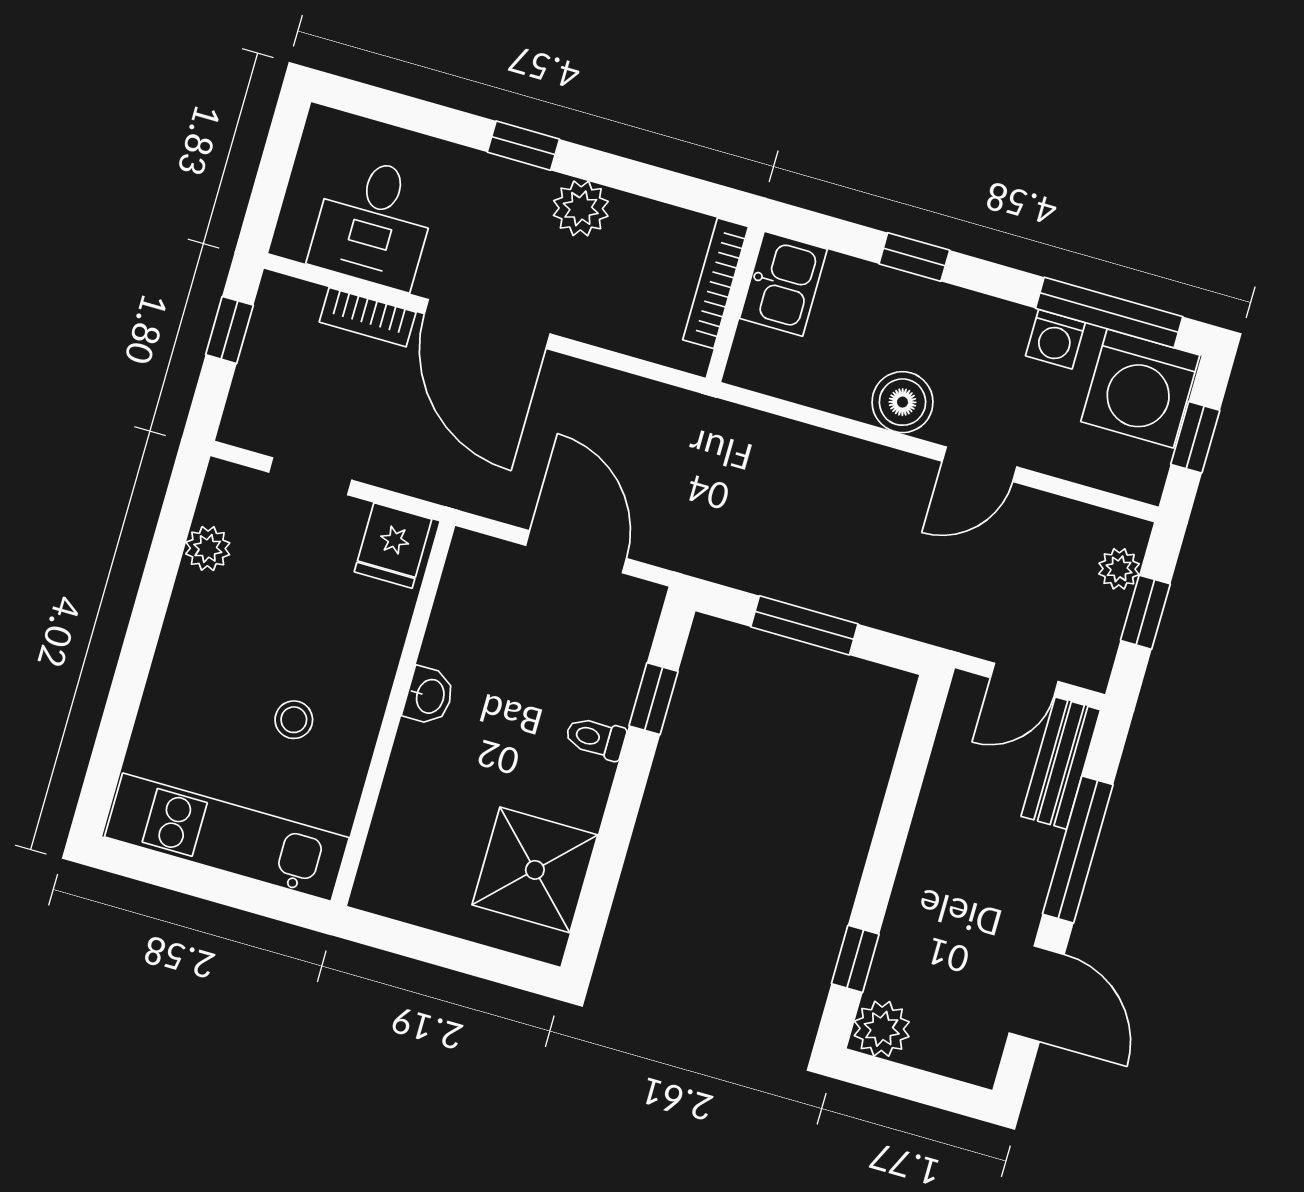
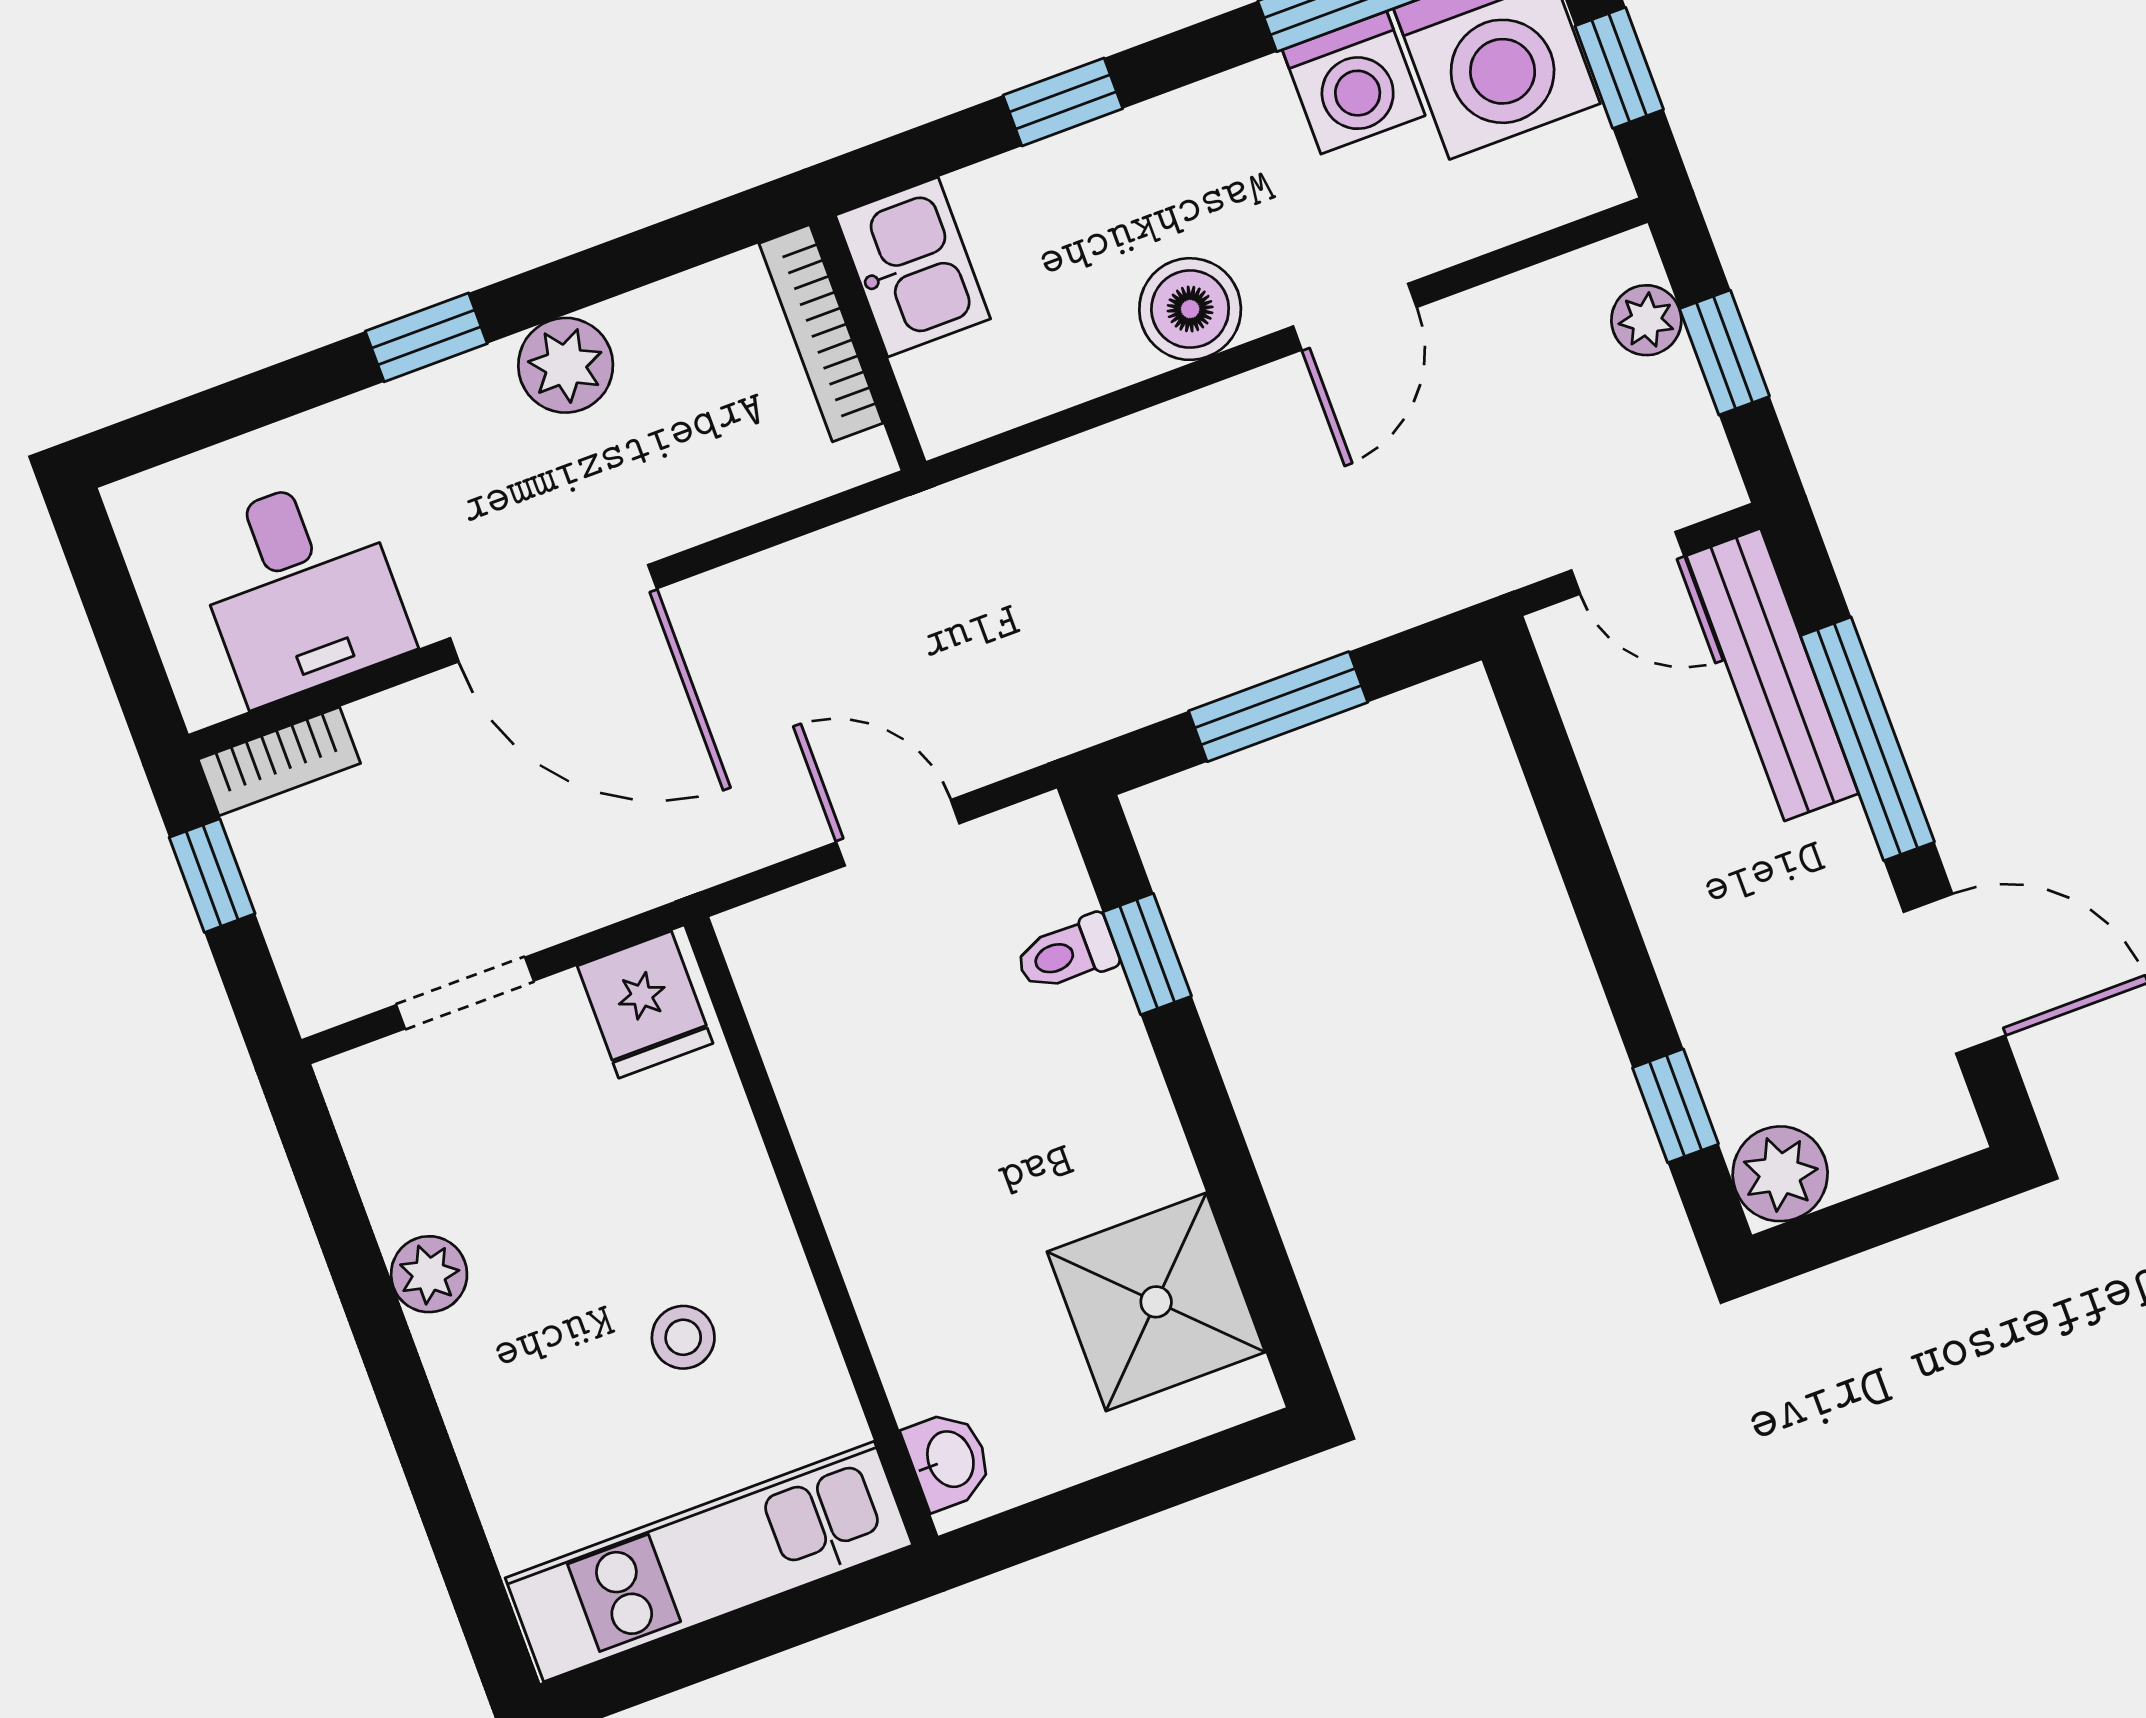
bookcase: (368, 317) -> (279, 761), moved
washing machine: (1055, 339) -> (1354, 83), width x1.38, depth x1.38
plant: (208, 548) -> (429, 1274), moved
door: (576, 552) -> (898, 833), width x0.73
door: (1024, 680) -> (1628, 563), hinge flipped
washbasin: (429, 696) -> (948, 1460), moved
toilet: (596, 738) -> (1067, 954), moved
bench: (1061, 763) -> (1772, 675), width x1.36

